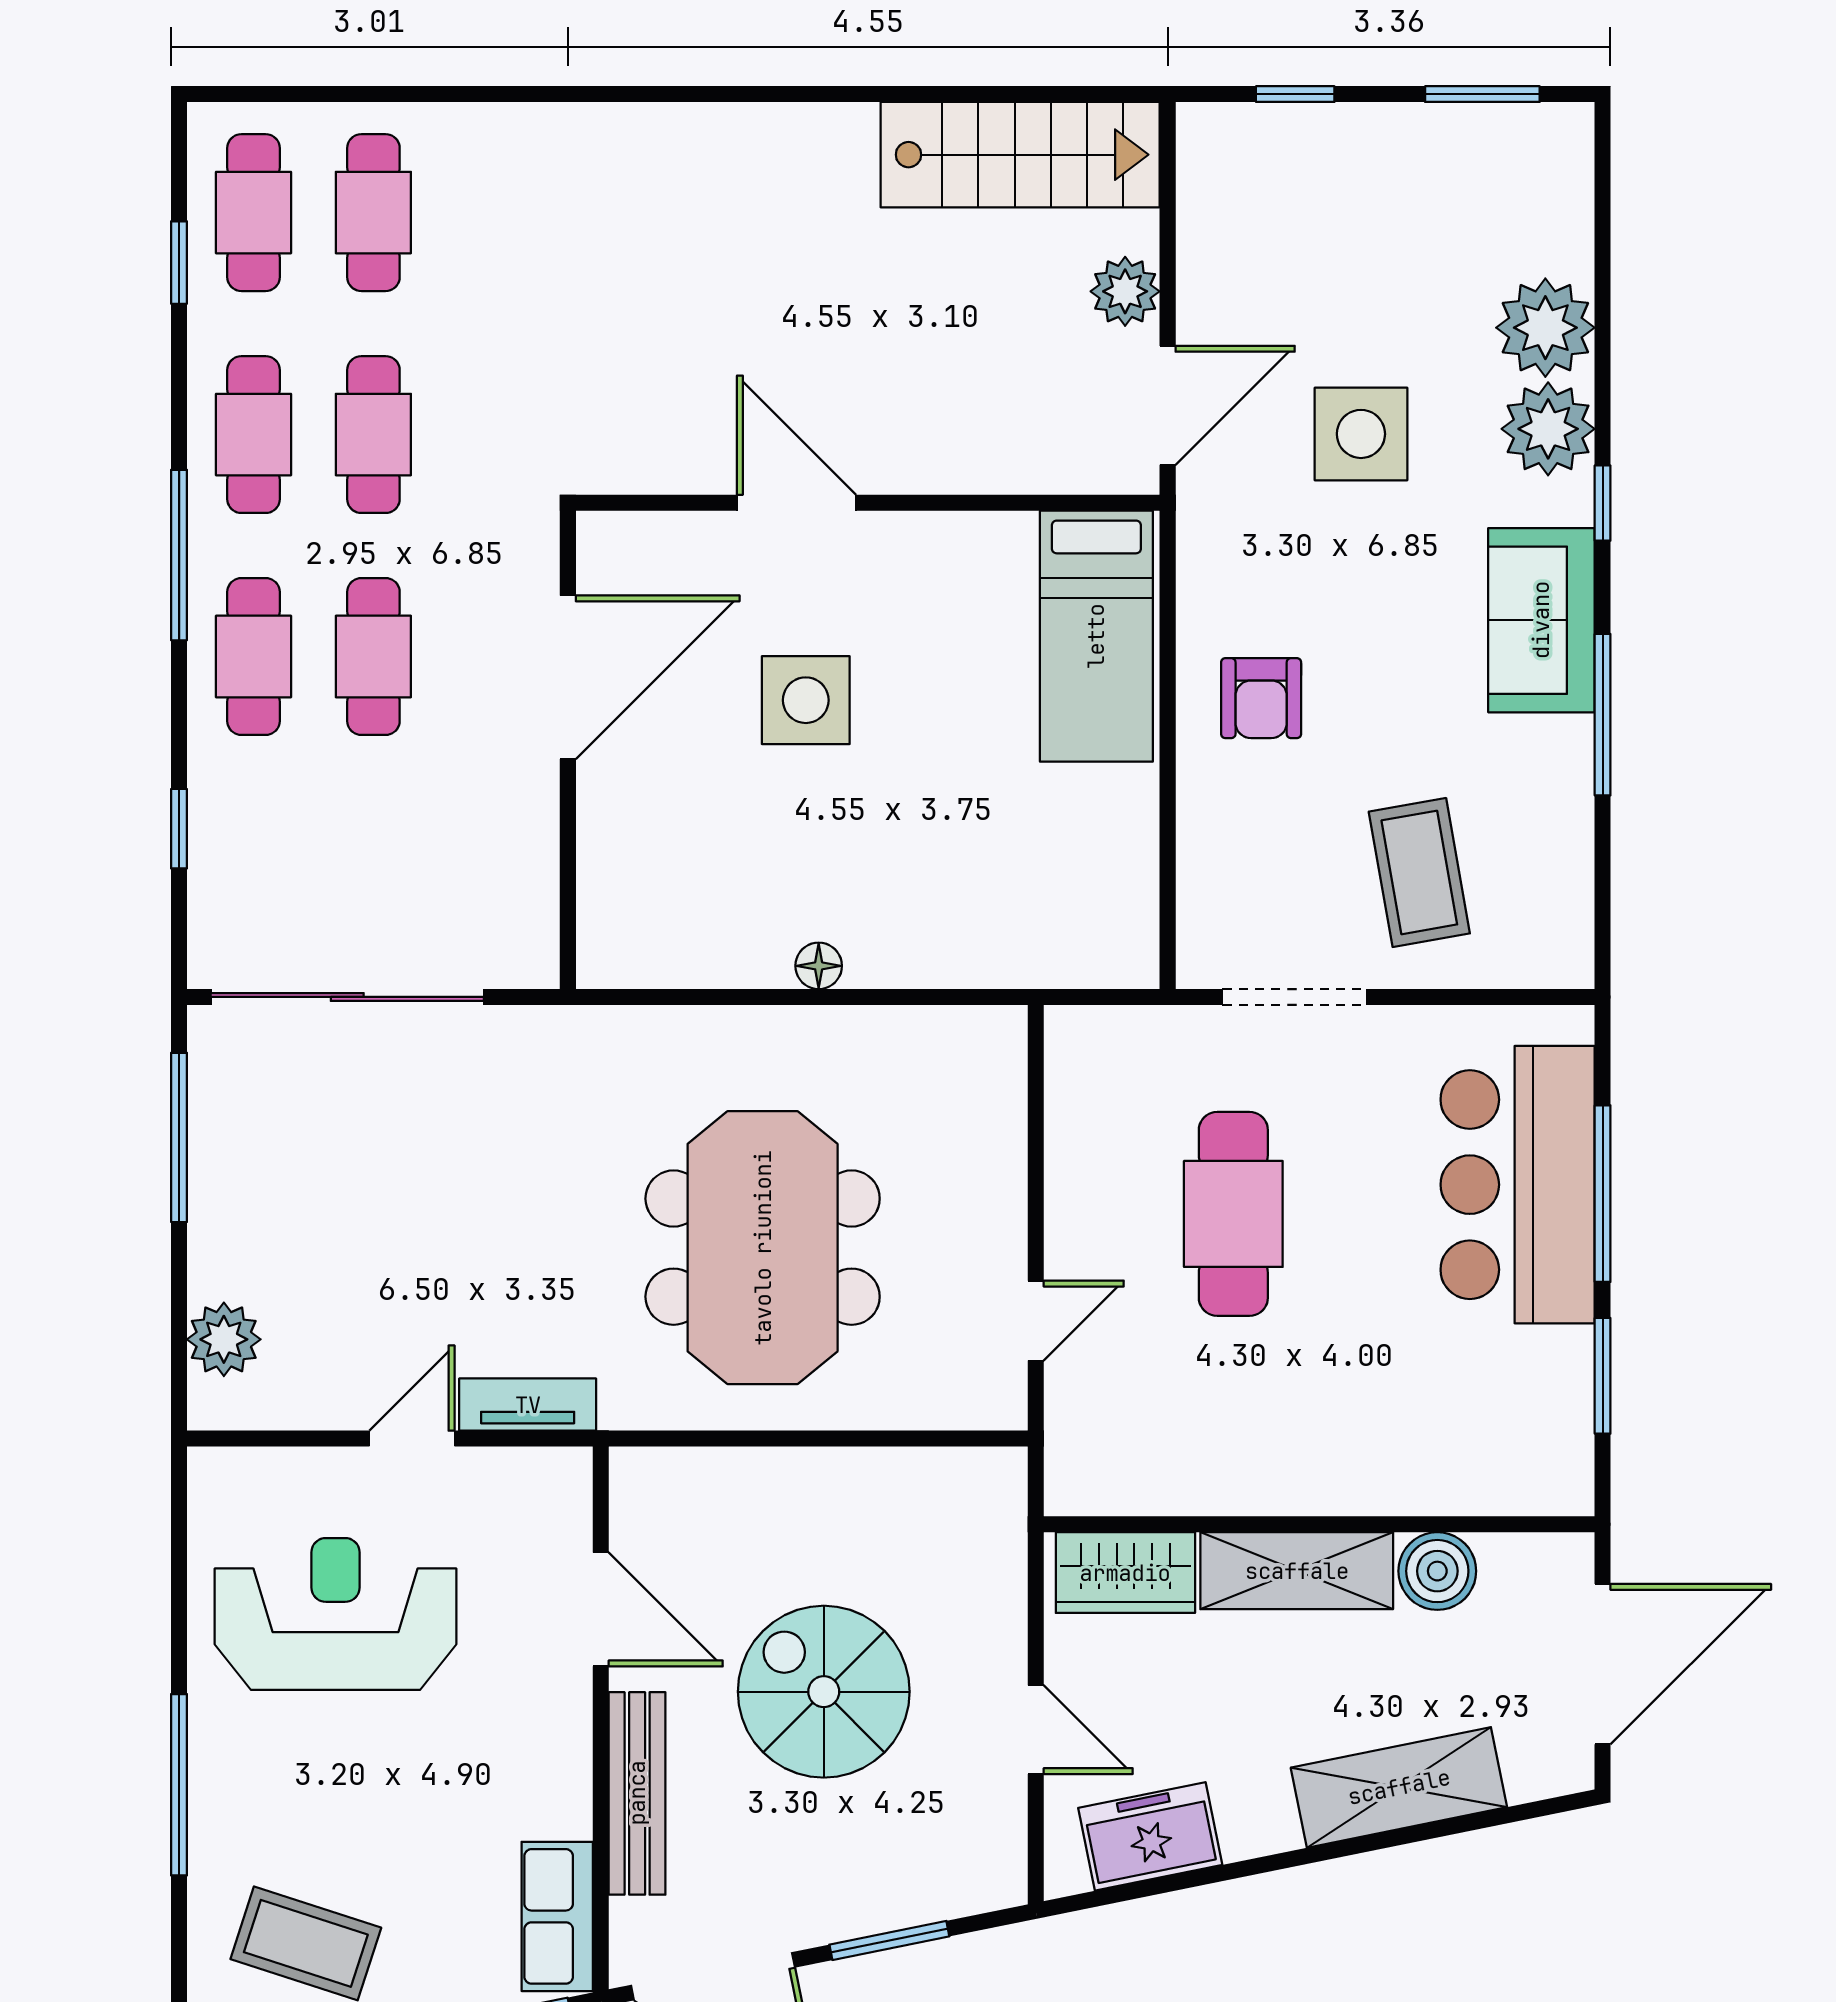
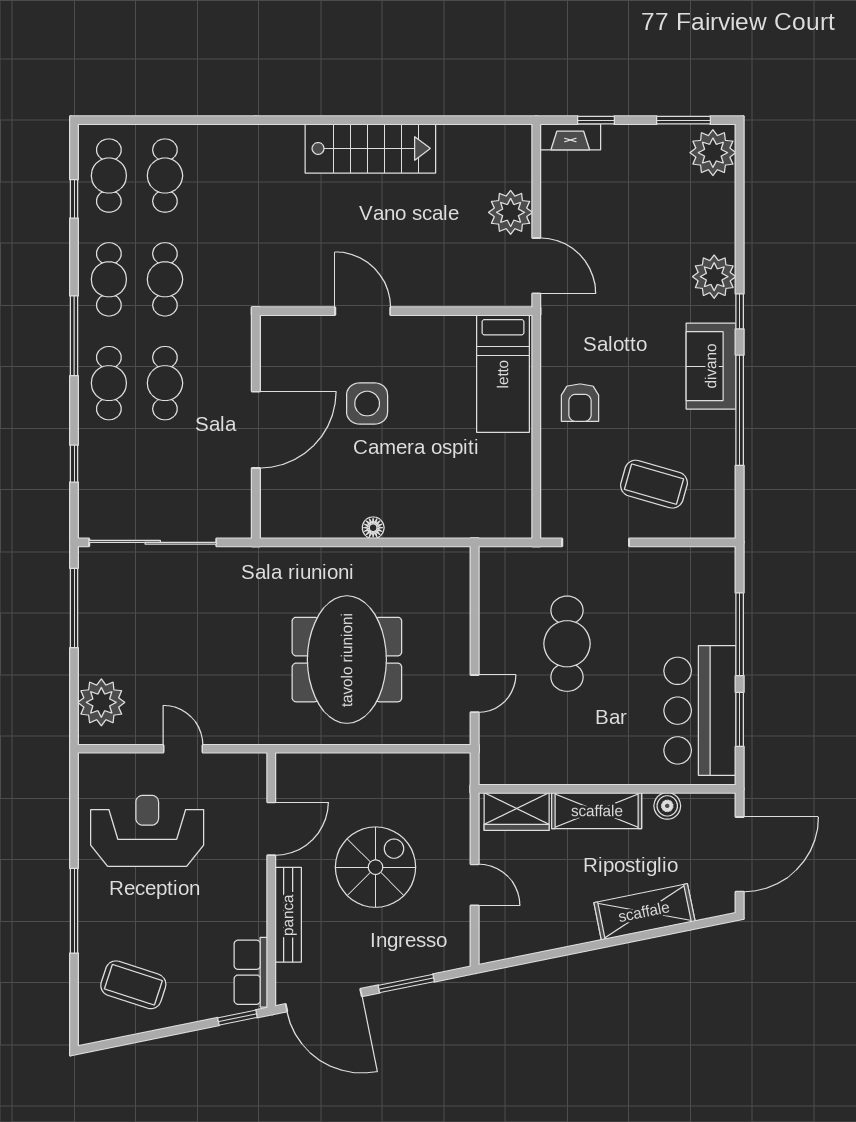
fireplace: (1240, 130) -> (570, 137), added
stairs: (1020, 155) -> (370, 148), moved
plant: (1125, 291) -> (511, 212), width x1.36, depth x1.36
plant: (1545, 328) -> (713, 153), moved
door: (1168, 405) -> (536, 266), hinge flipped
side table: (1361, 434) -> (627, 279), removed
door: (568, 677) -> (256, 430), moved
window: (1603, 715) -> (740, 410), width x1.46
coffee table: (1419, 872) -> (654, 484), turned -64
bar counter: (1518, 1185) -> (700, 711), moved
plant: (224, 1339) -> (101, 702), width x1.36, depth x1.36
tv unit: (528, 1405) -> (237, 733), removed
door: (412, 1439) -> (183, 749), hinge flipped
boiler: (1437, 1571) -> (667, 806), width x0.73, depth x0.73
door: (601, 1609) -> (271, 829), hinge flipped
spiral stairs: (824, 1692) -> (376, 867), turned 90
freezer: (1150, 1836) -> (528, 935), removed

